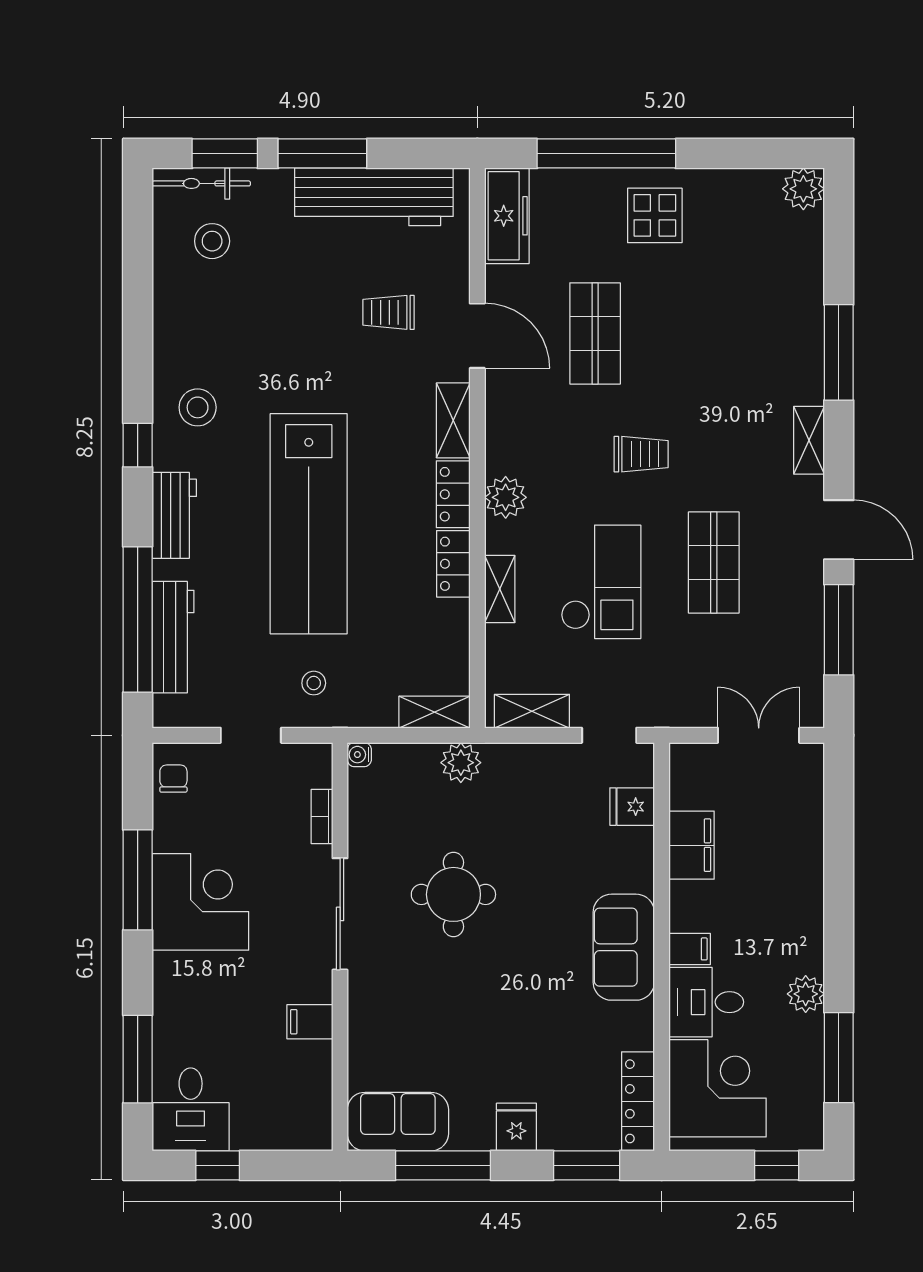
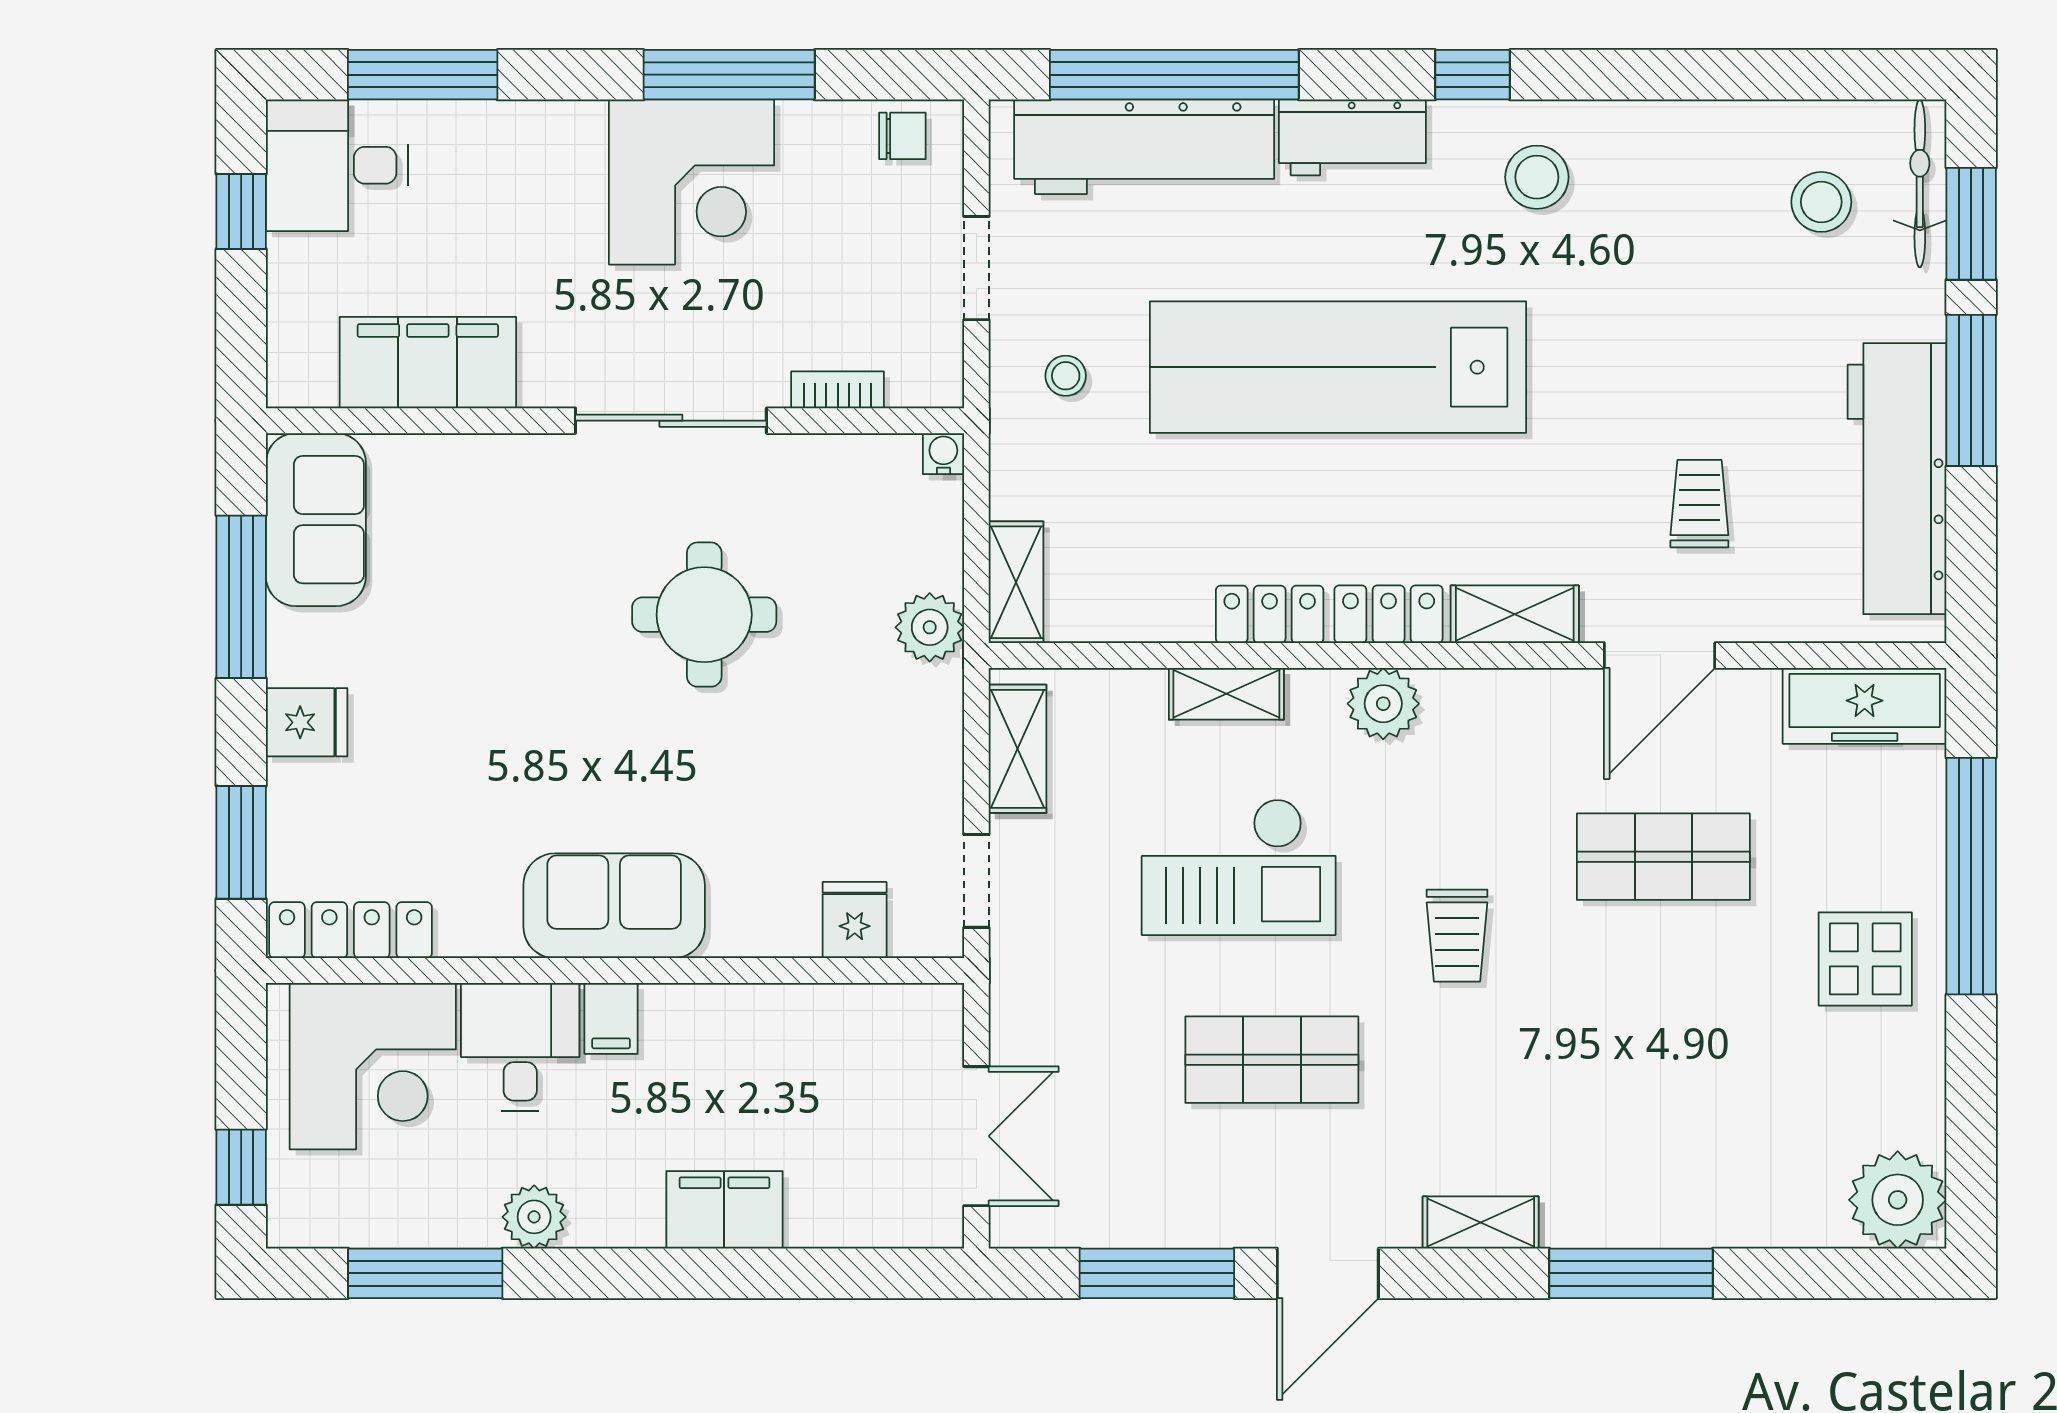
plant: (803, 189) -> (1898, 1200), width x1.36, depth x1.36
workbench: (173, 637) -> (1144, 147), width x1.36, depth x1.32
filing cabinet: (692, 845) -> (724, 1210), moved, turned 180
filing cabinet: (310, 1022) -> (428, 363), width x3.00, depth x1.17

